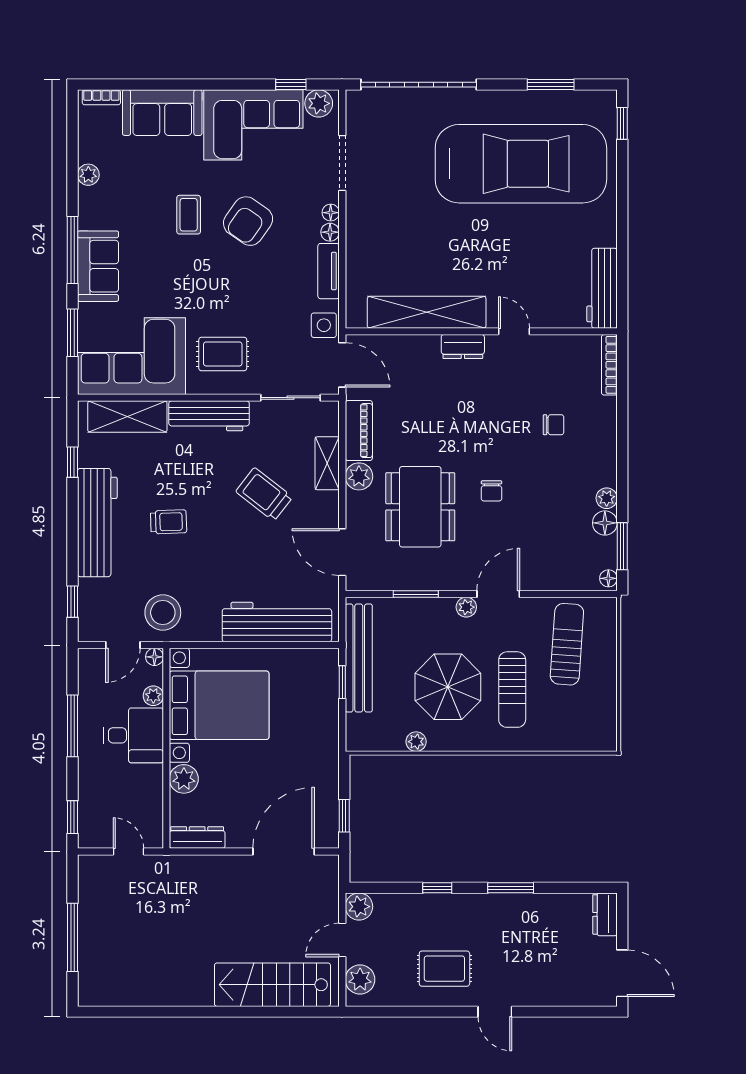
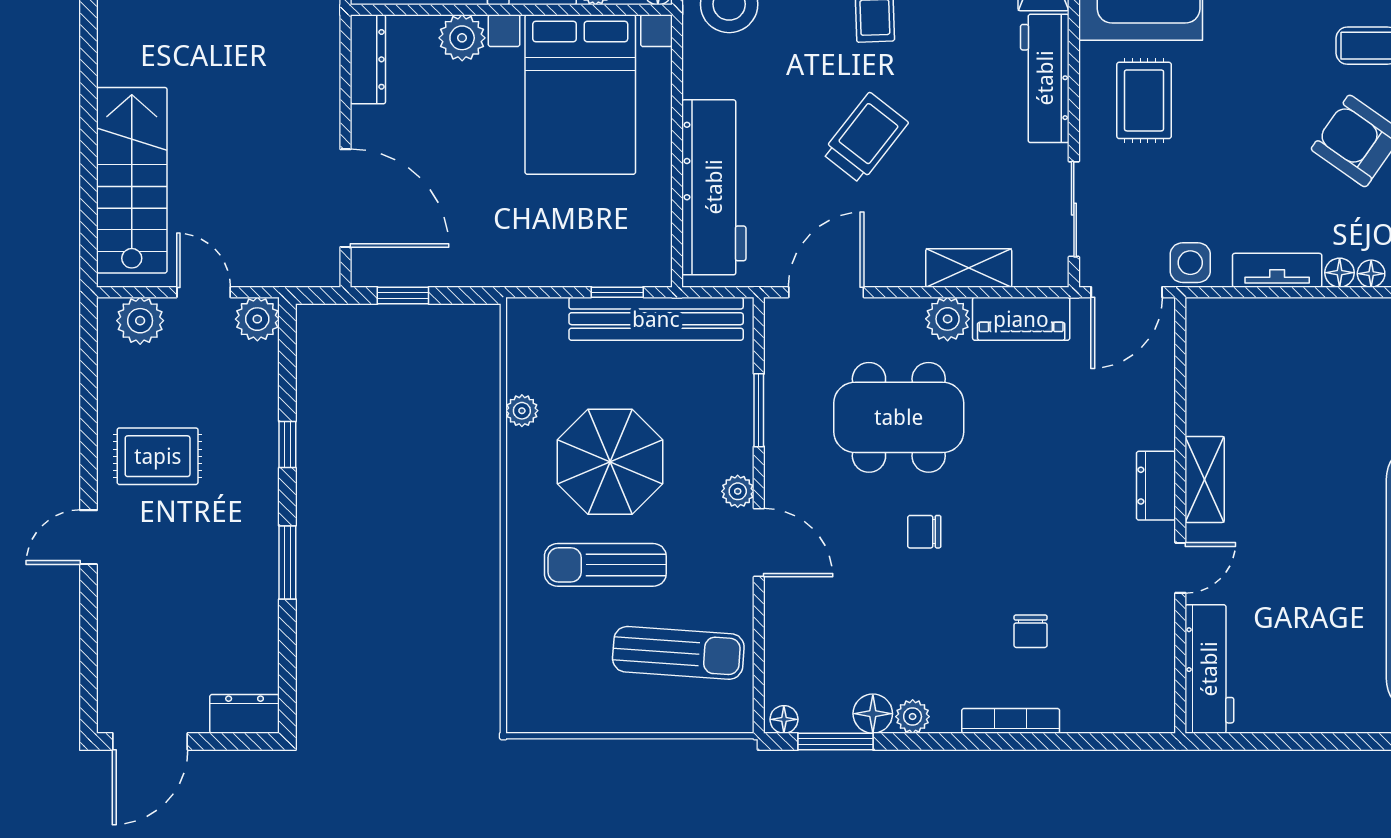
workbench: (602, 288) -> (1209, 669), moved, turned 90
shelving: (427, 312) -> (1205, 479), width x0.45, depth x0.75
bookcase: (609, 365) -> (1011, 721), moved
trolley: (264, 494) -> (865, 138), moved
rug: (444, 969) -> (158, 456), turned 90

